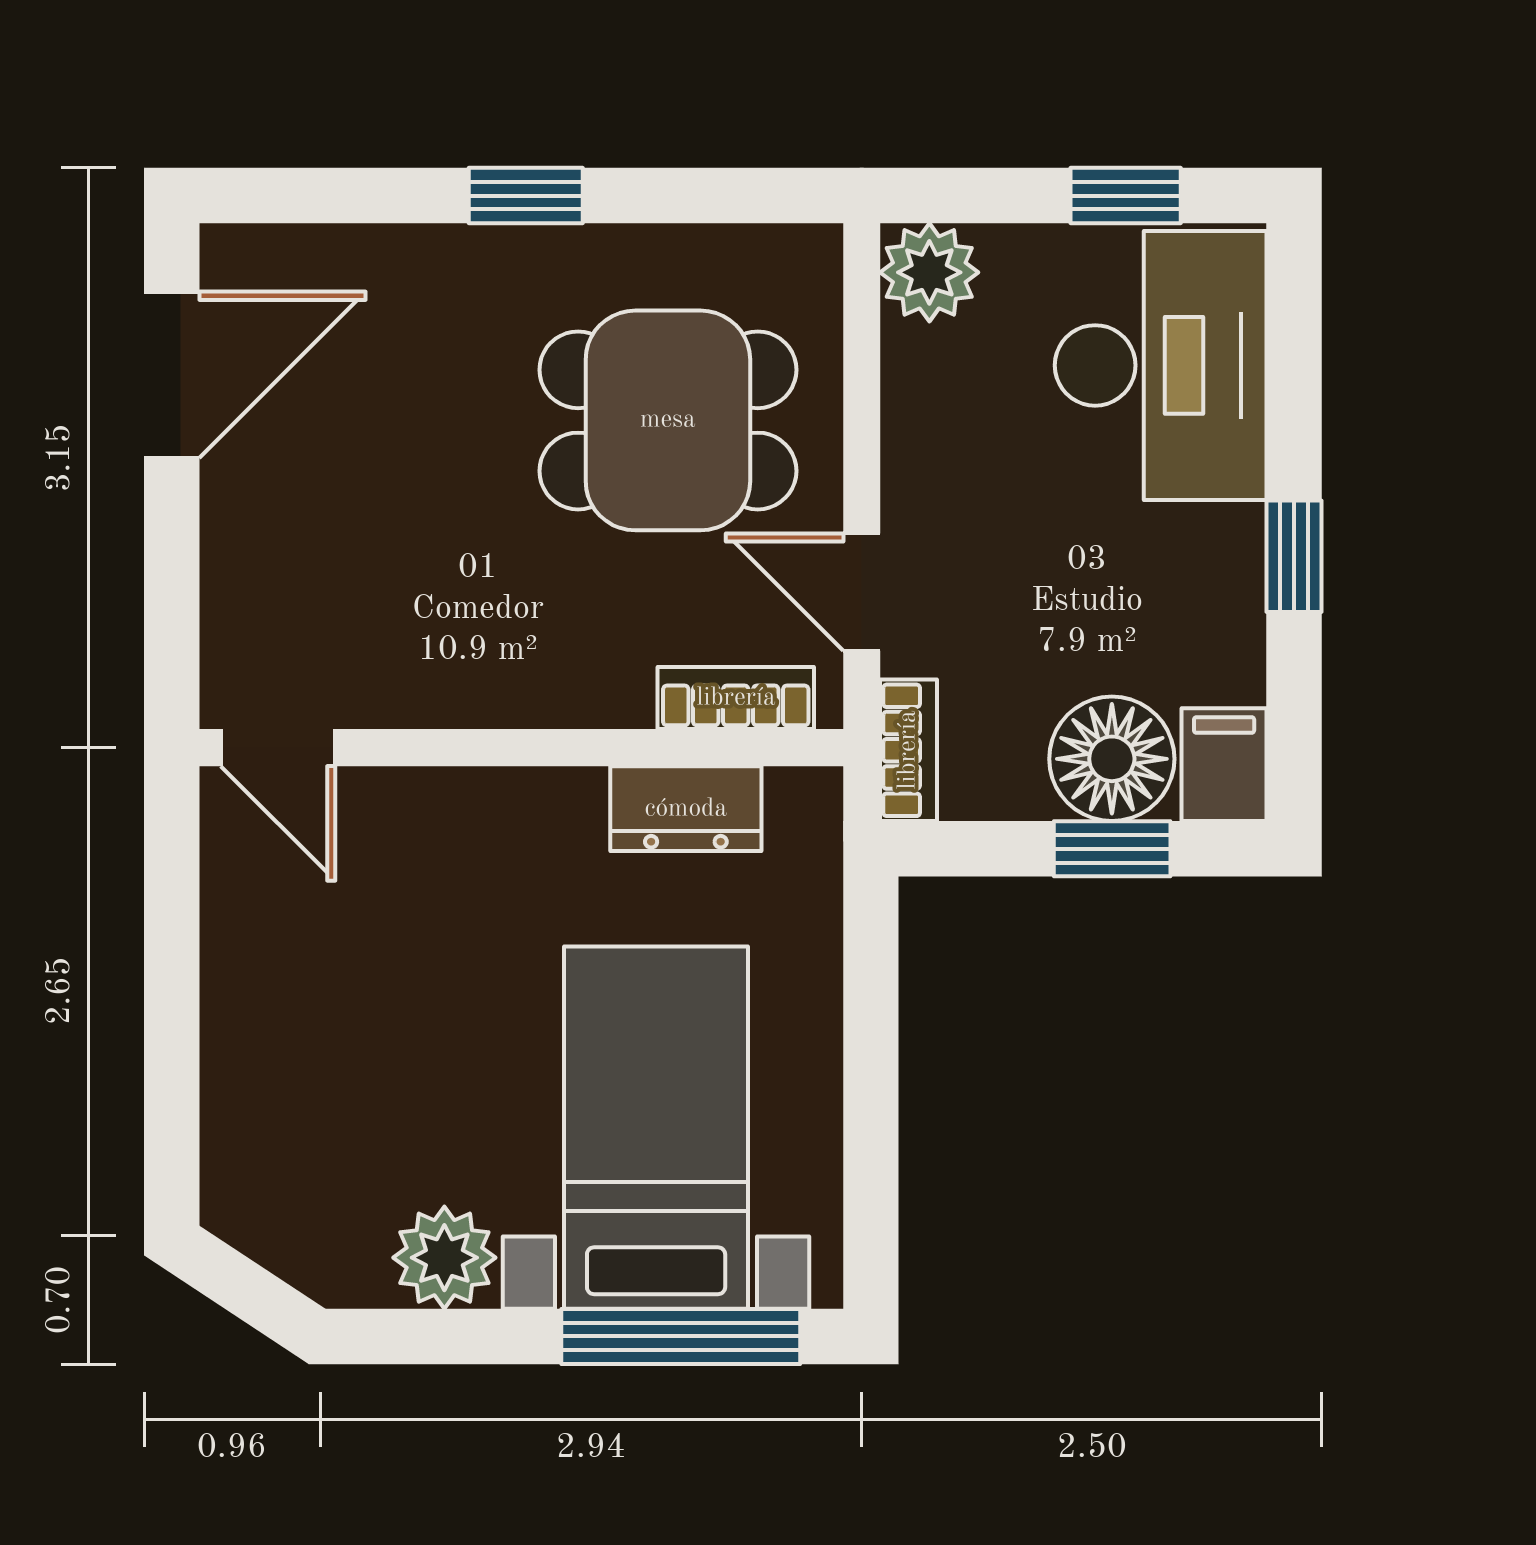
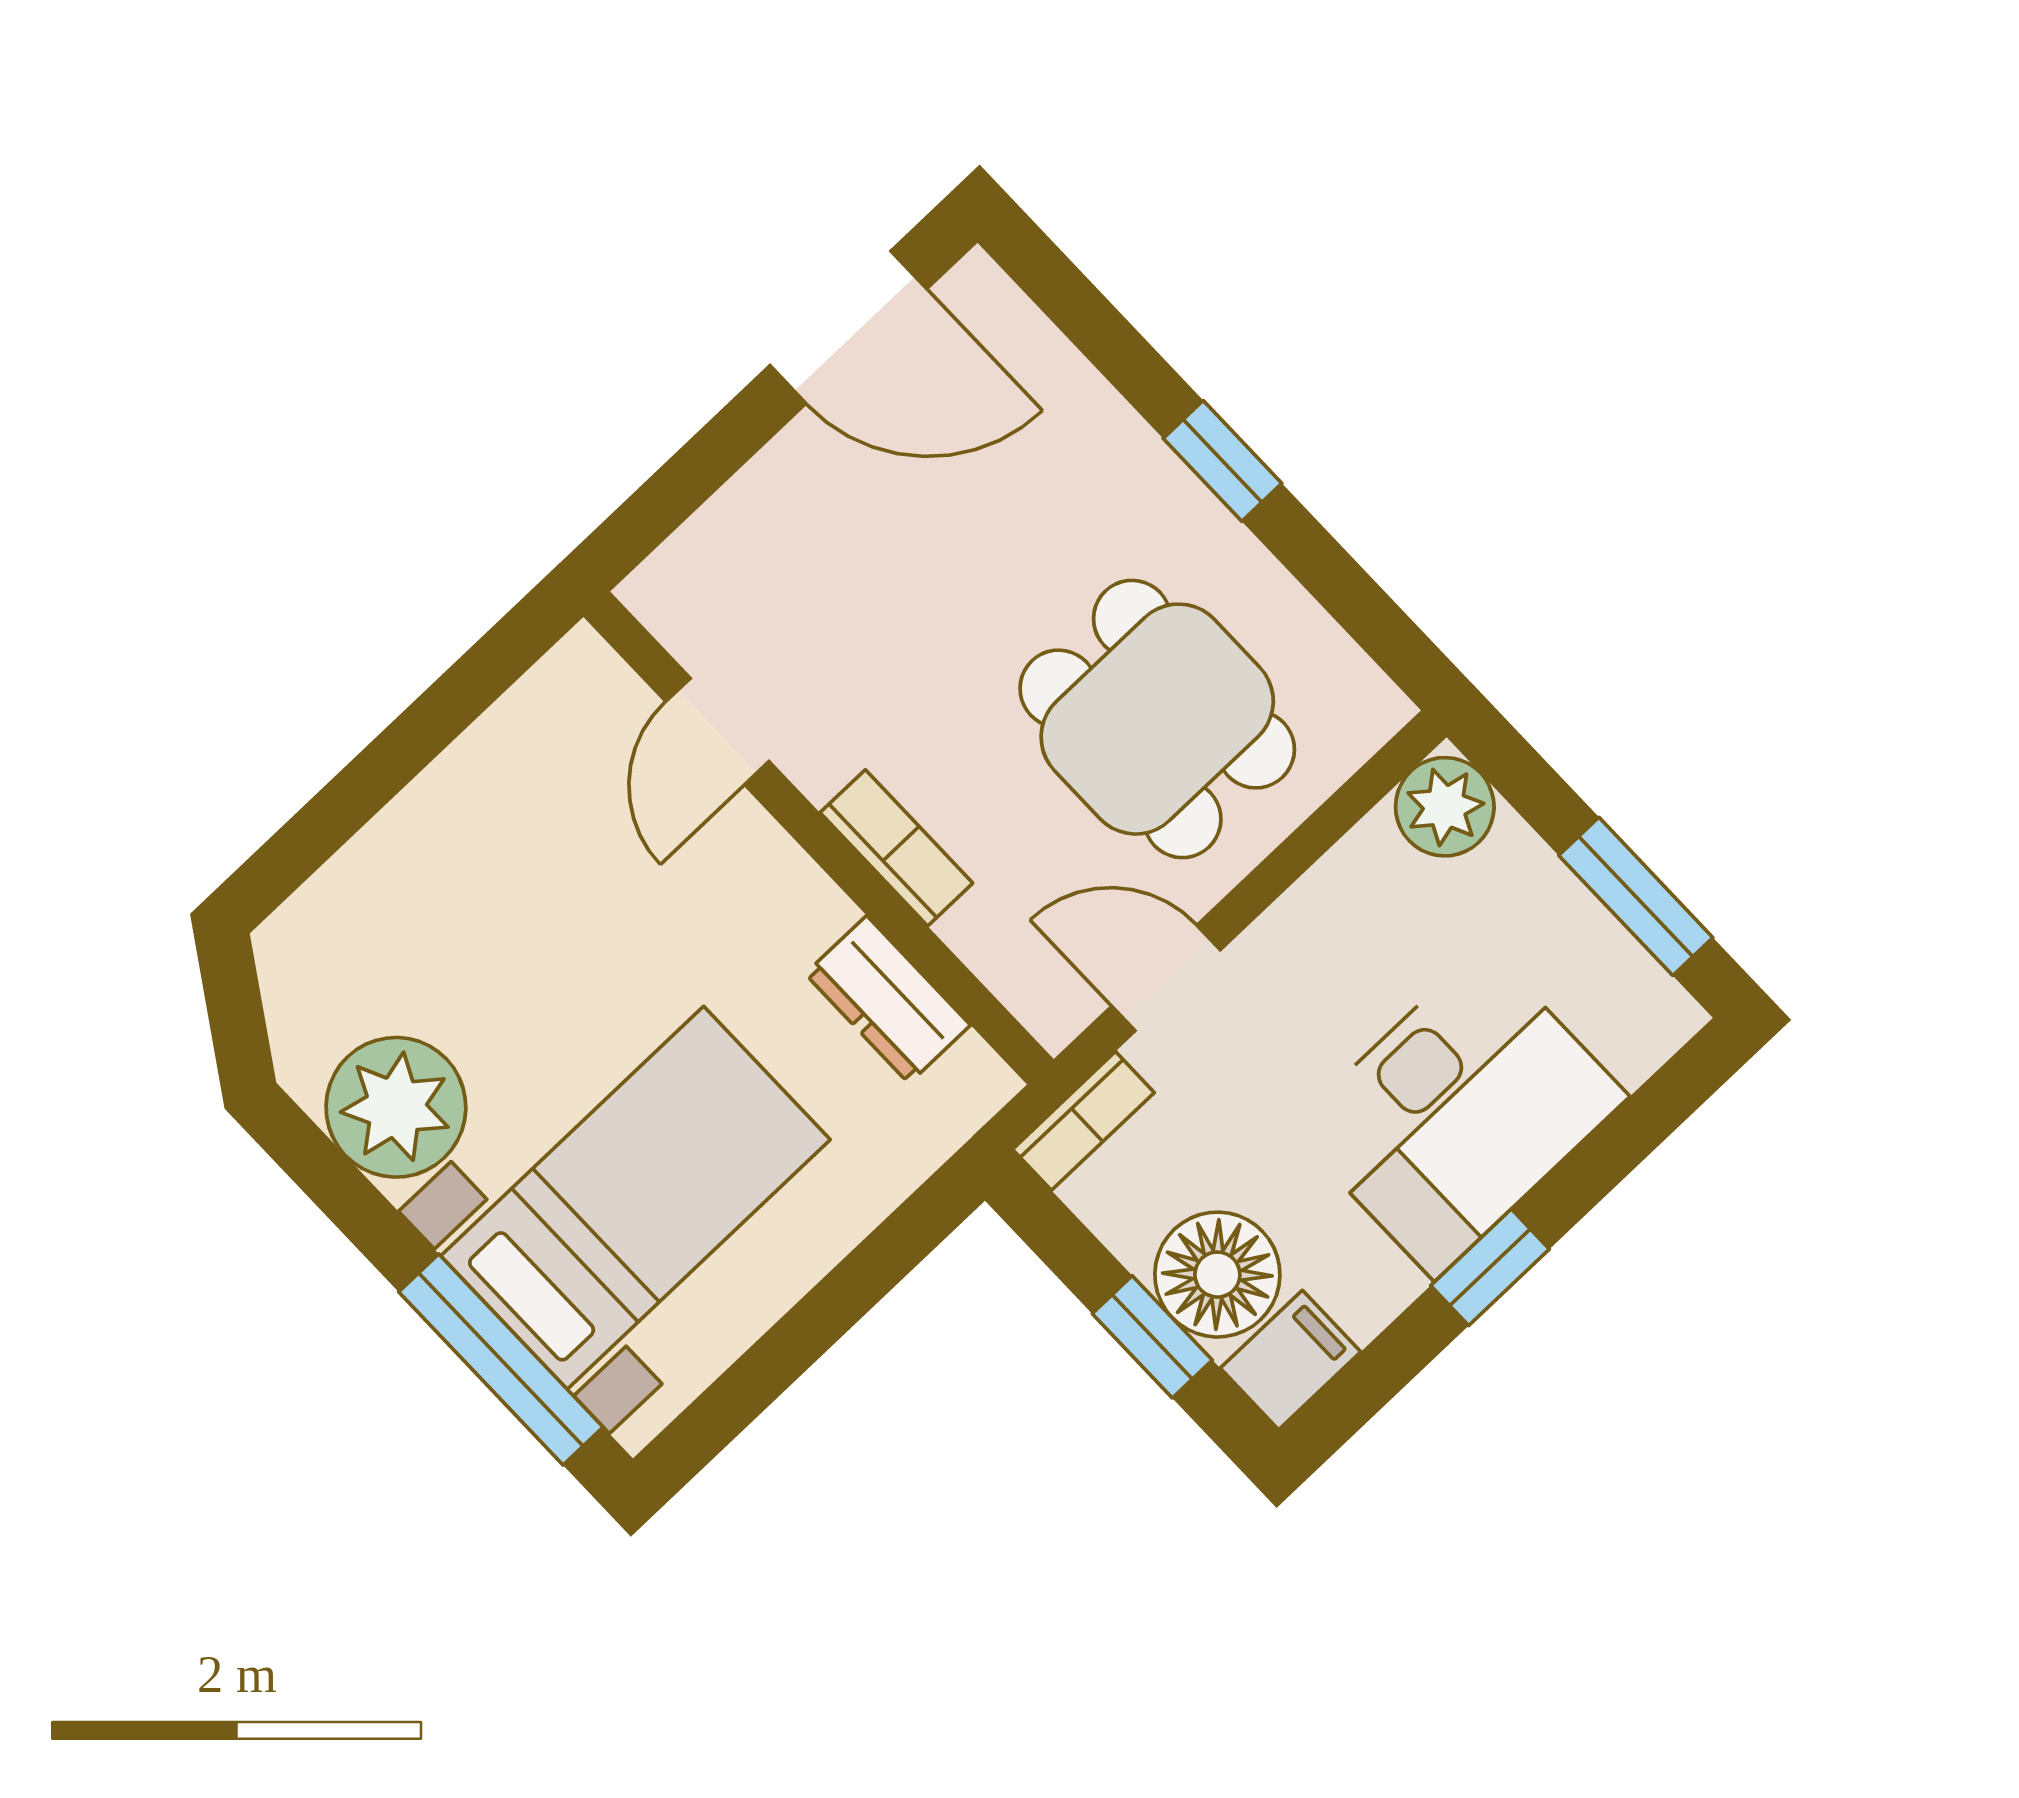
window: (1126, 196) -> (1636, 896), width x1.50
desk: (1161, 365) -> (1459, 1112), moved
door: (862, 592) -> (1166, 978), hinge flipped
bookcase: (736, 698) -> (896, 848), moved
door: (278, 748) -> (717, 731), moved
plant: (444, 1258) -> (396, 1107), width x1.36, depth x1.36

